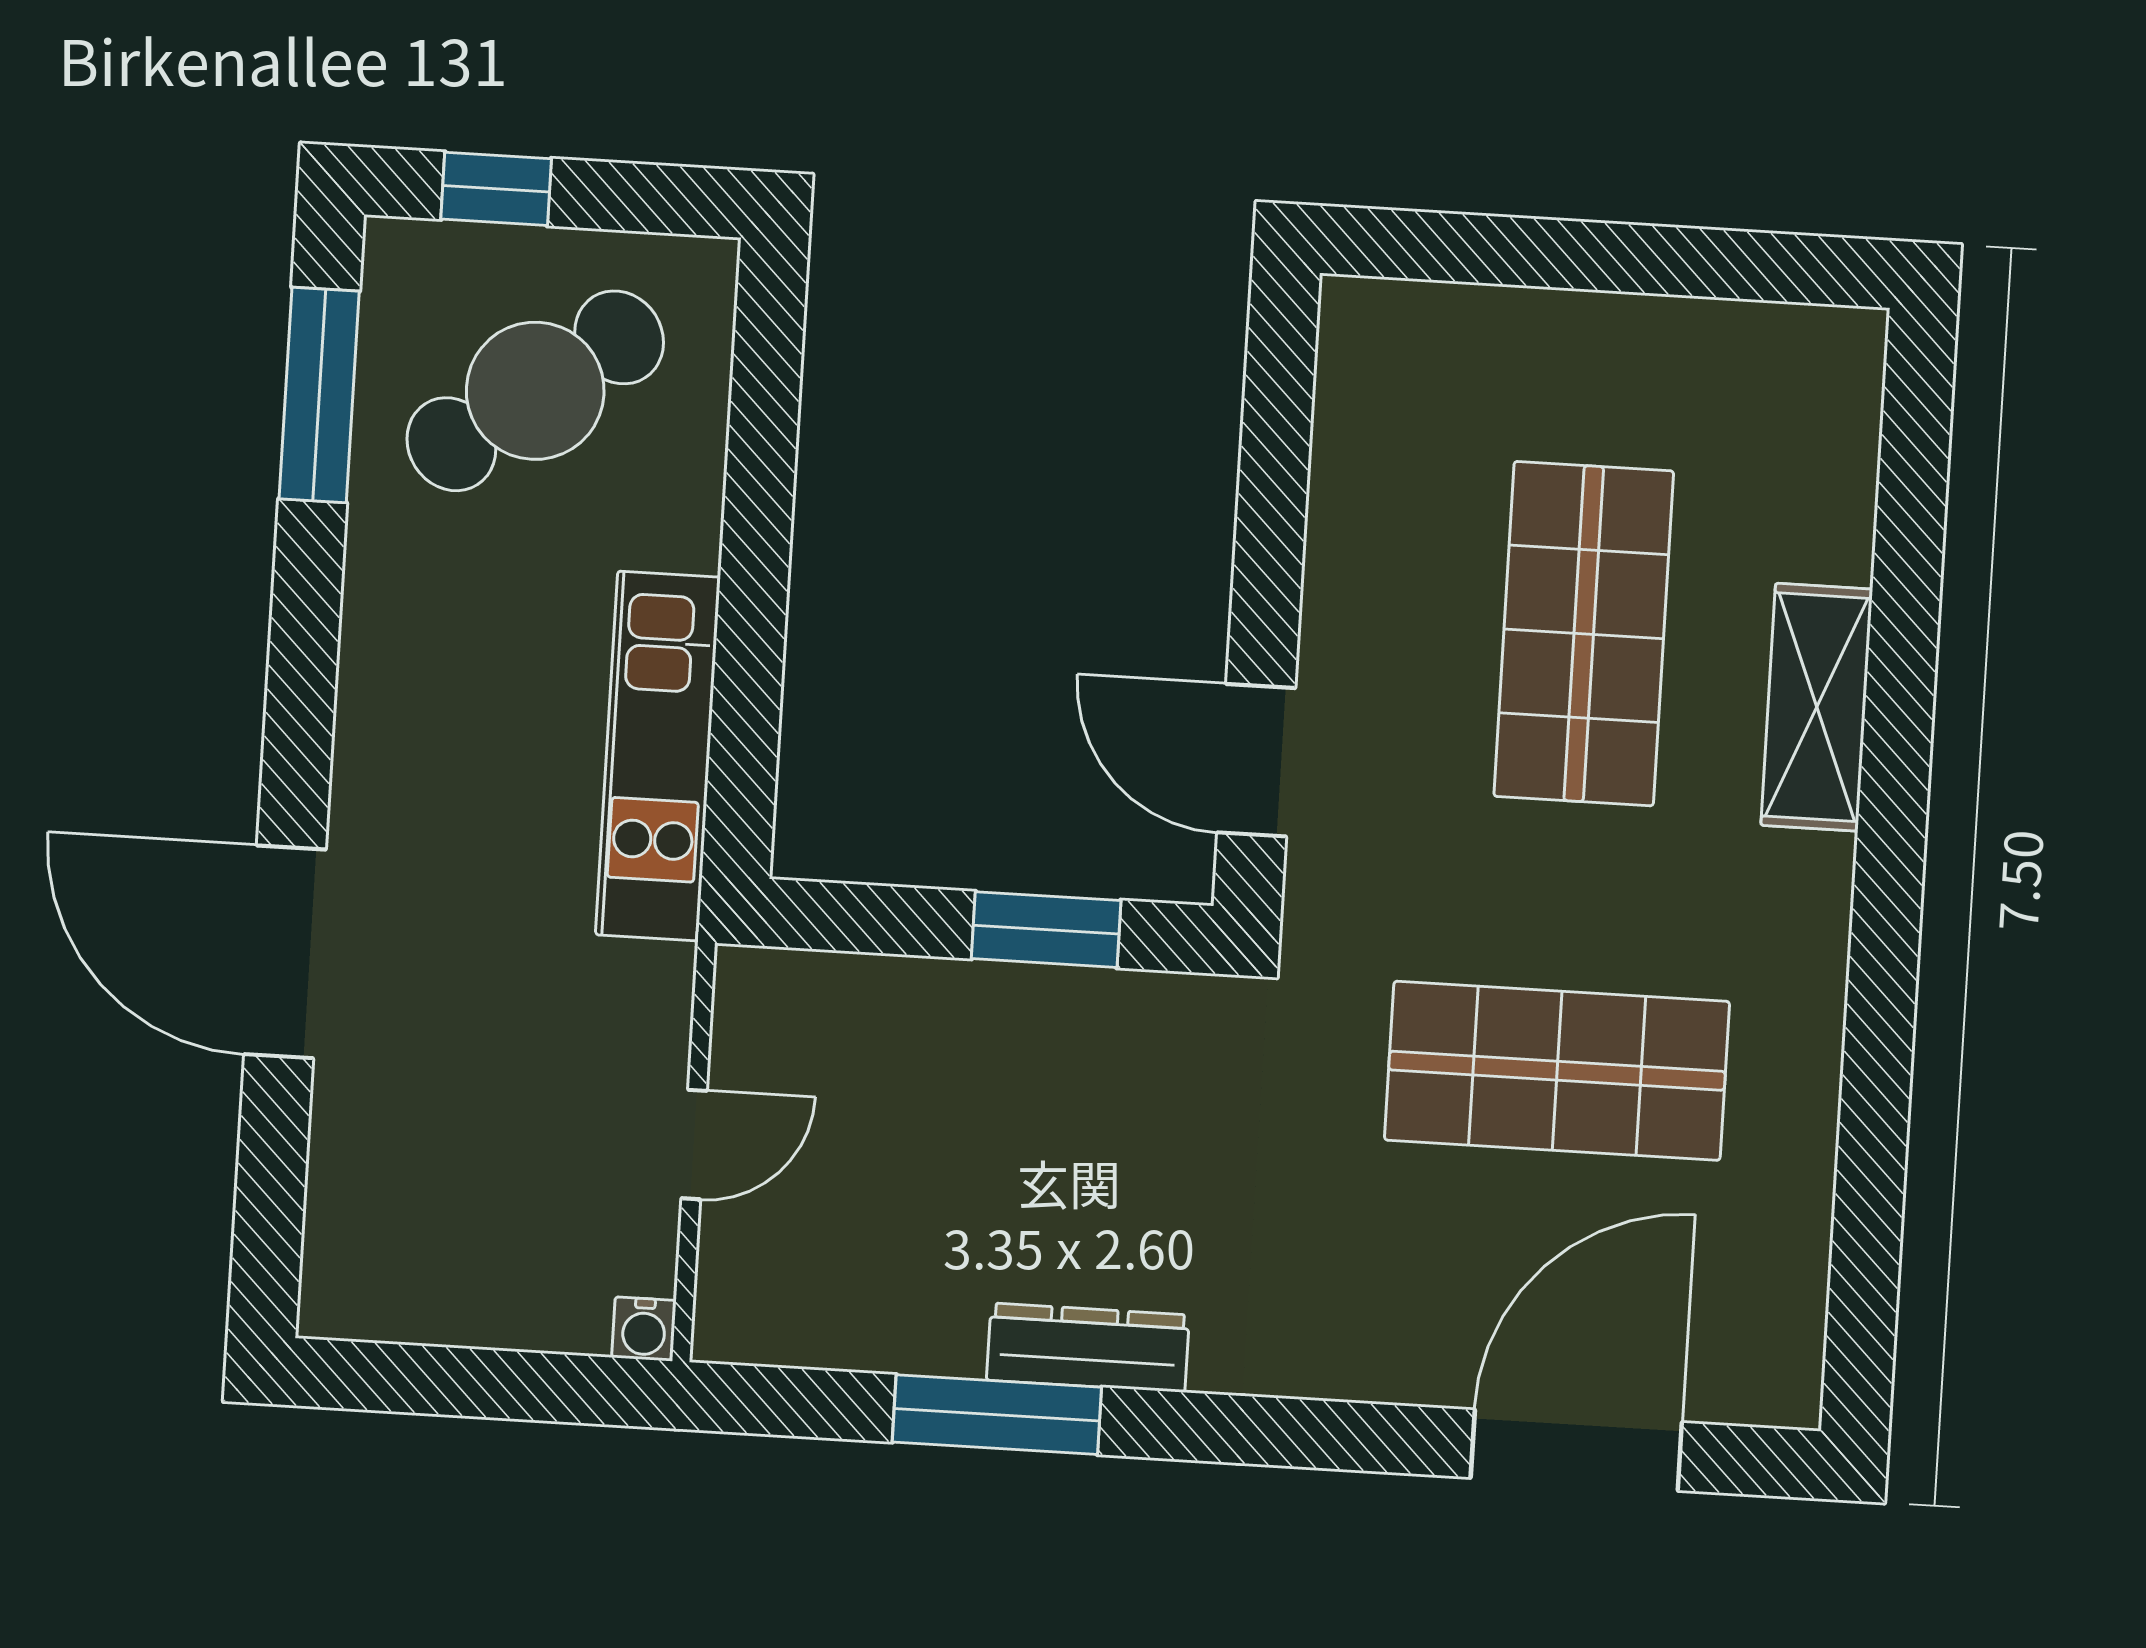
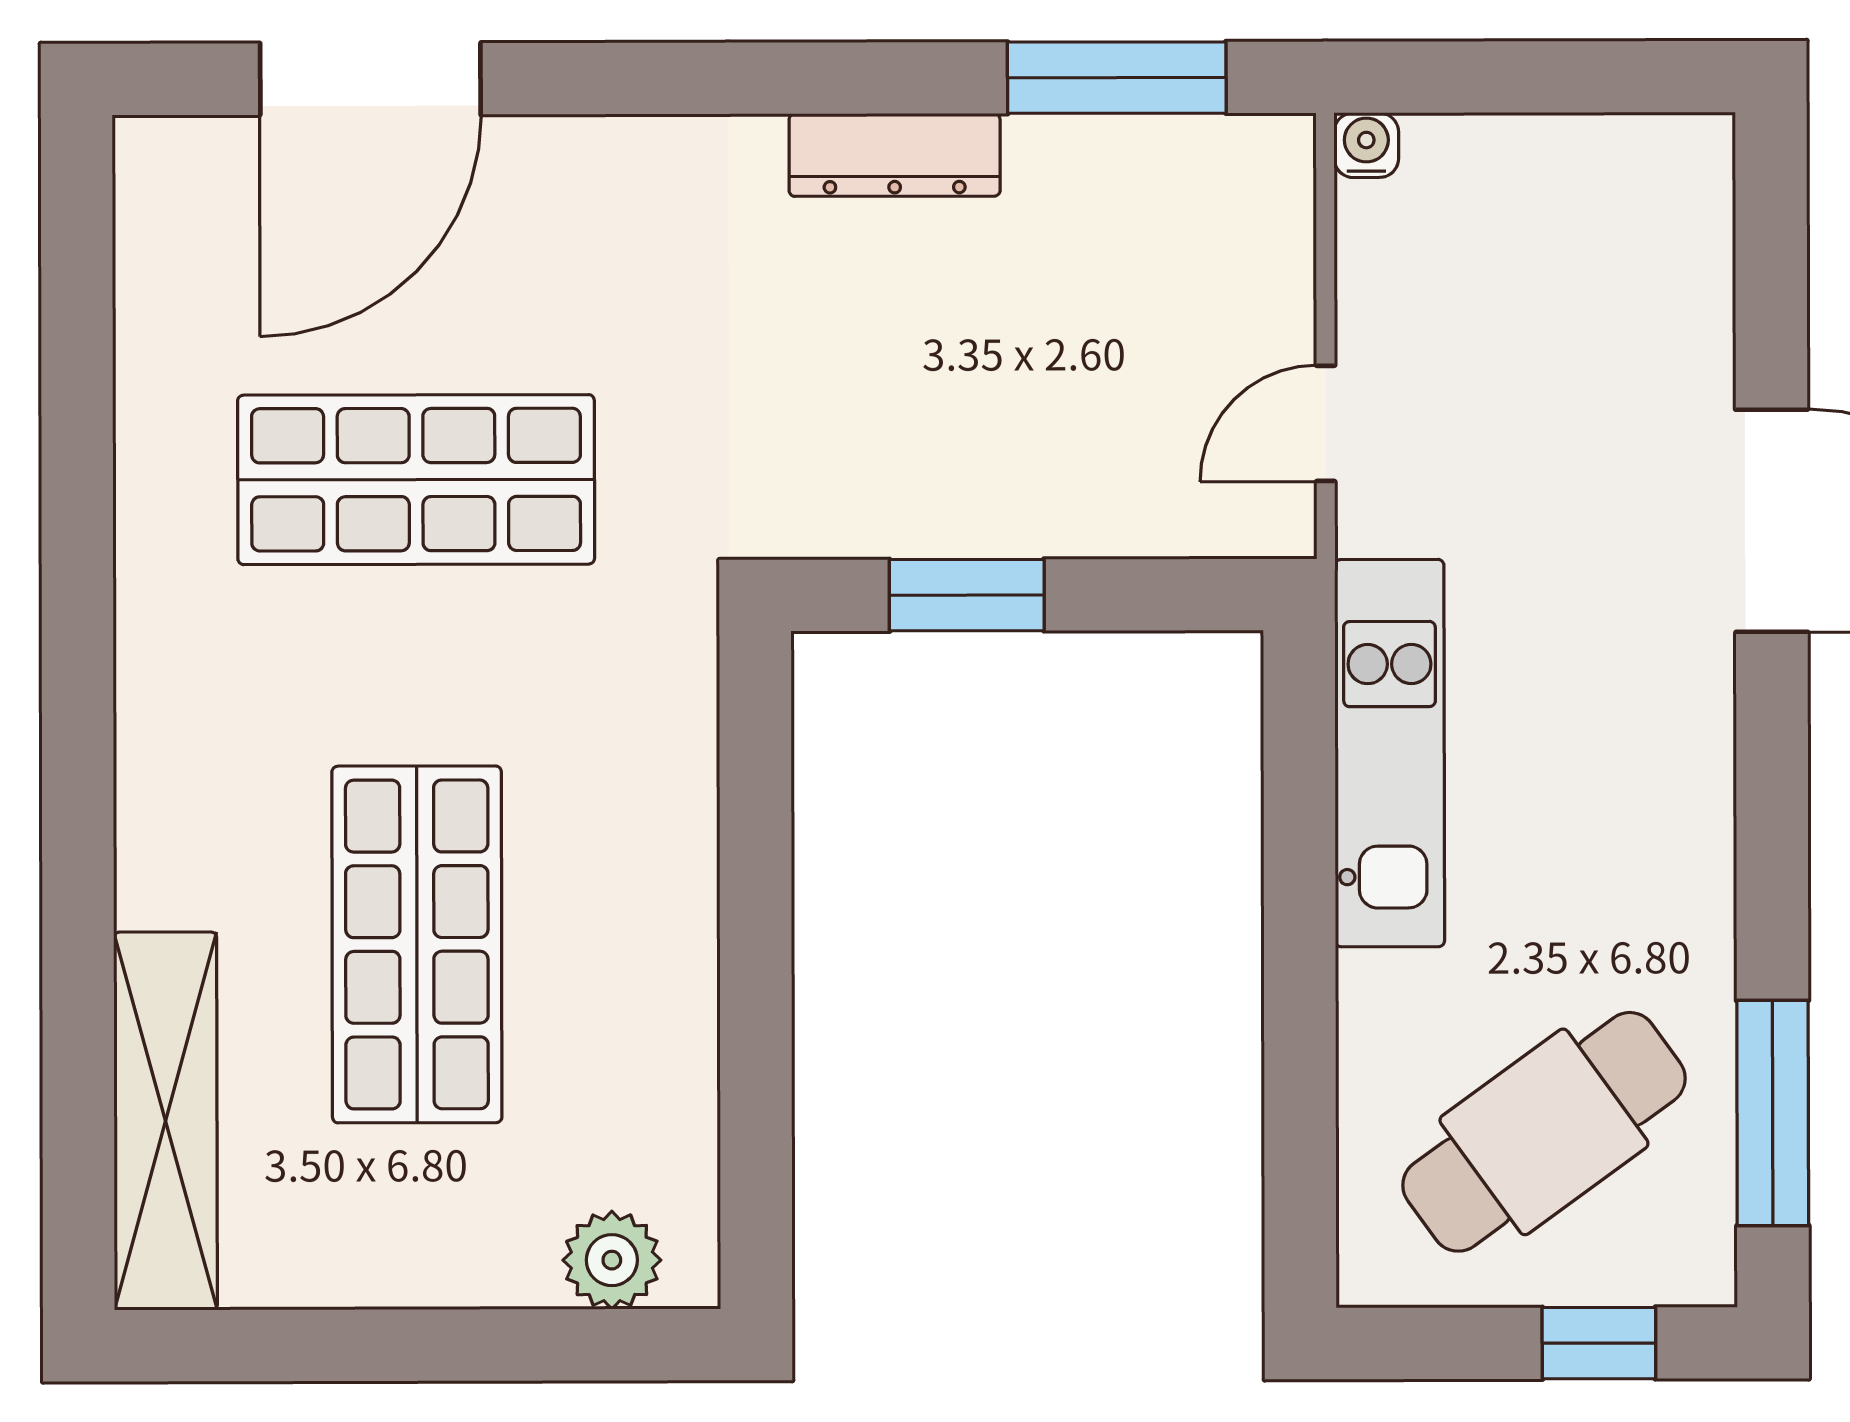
plant: (1419, 325) -> (612, 1260), added
shelving: (1817, 707) -> (166, 1121), moved, width x1.47
door: (1256, 760) -> (755, 788), removed
door: (694, 1145) -> (1326, 423), moved
window: (997, 1415) -> (1117, 78), moved

